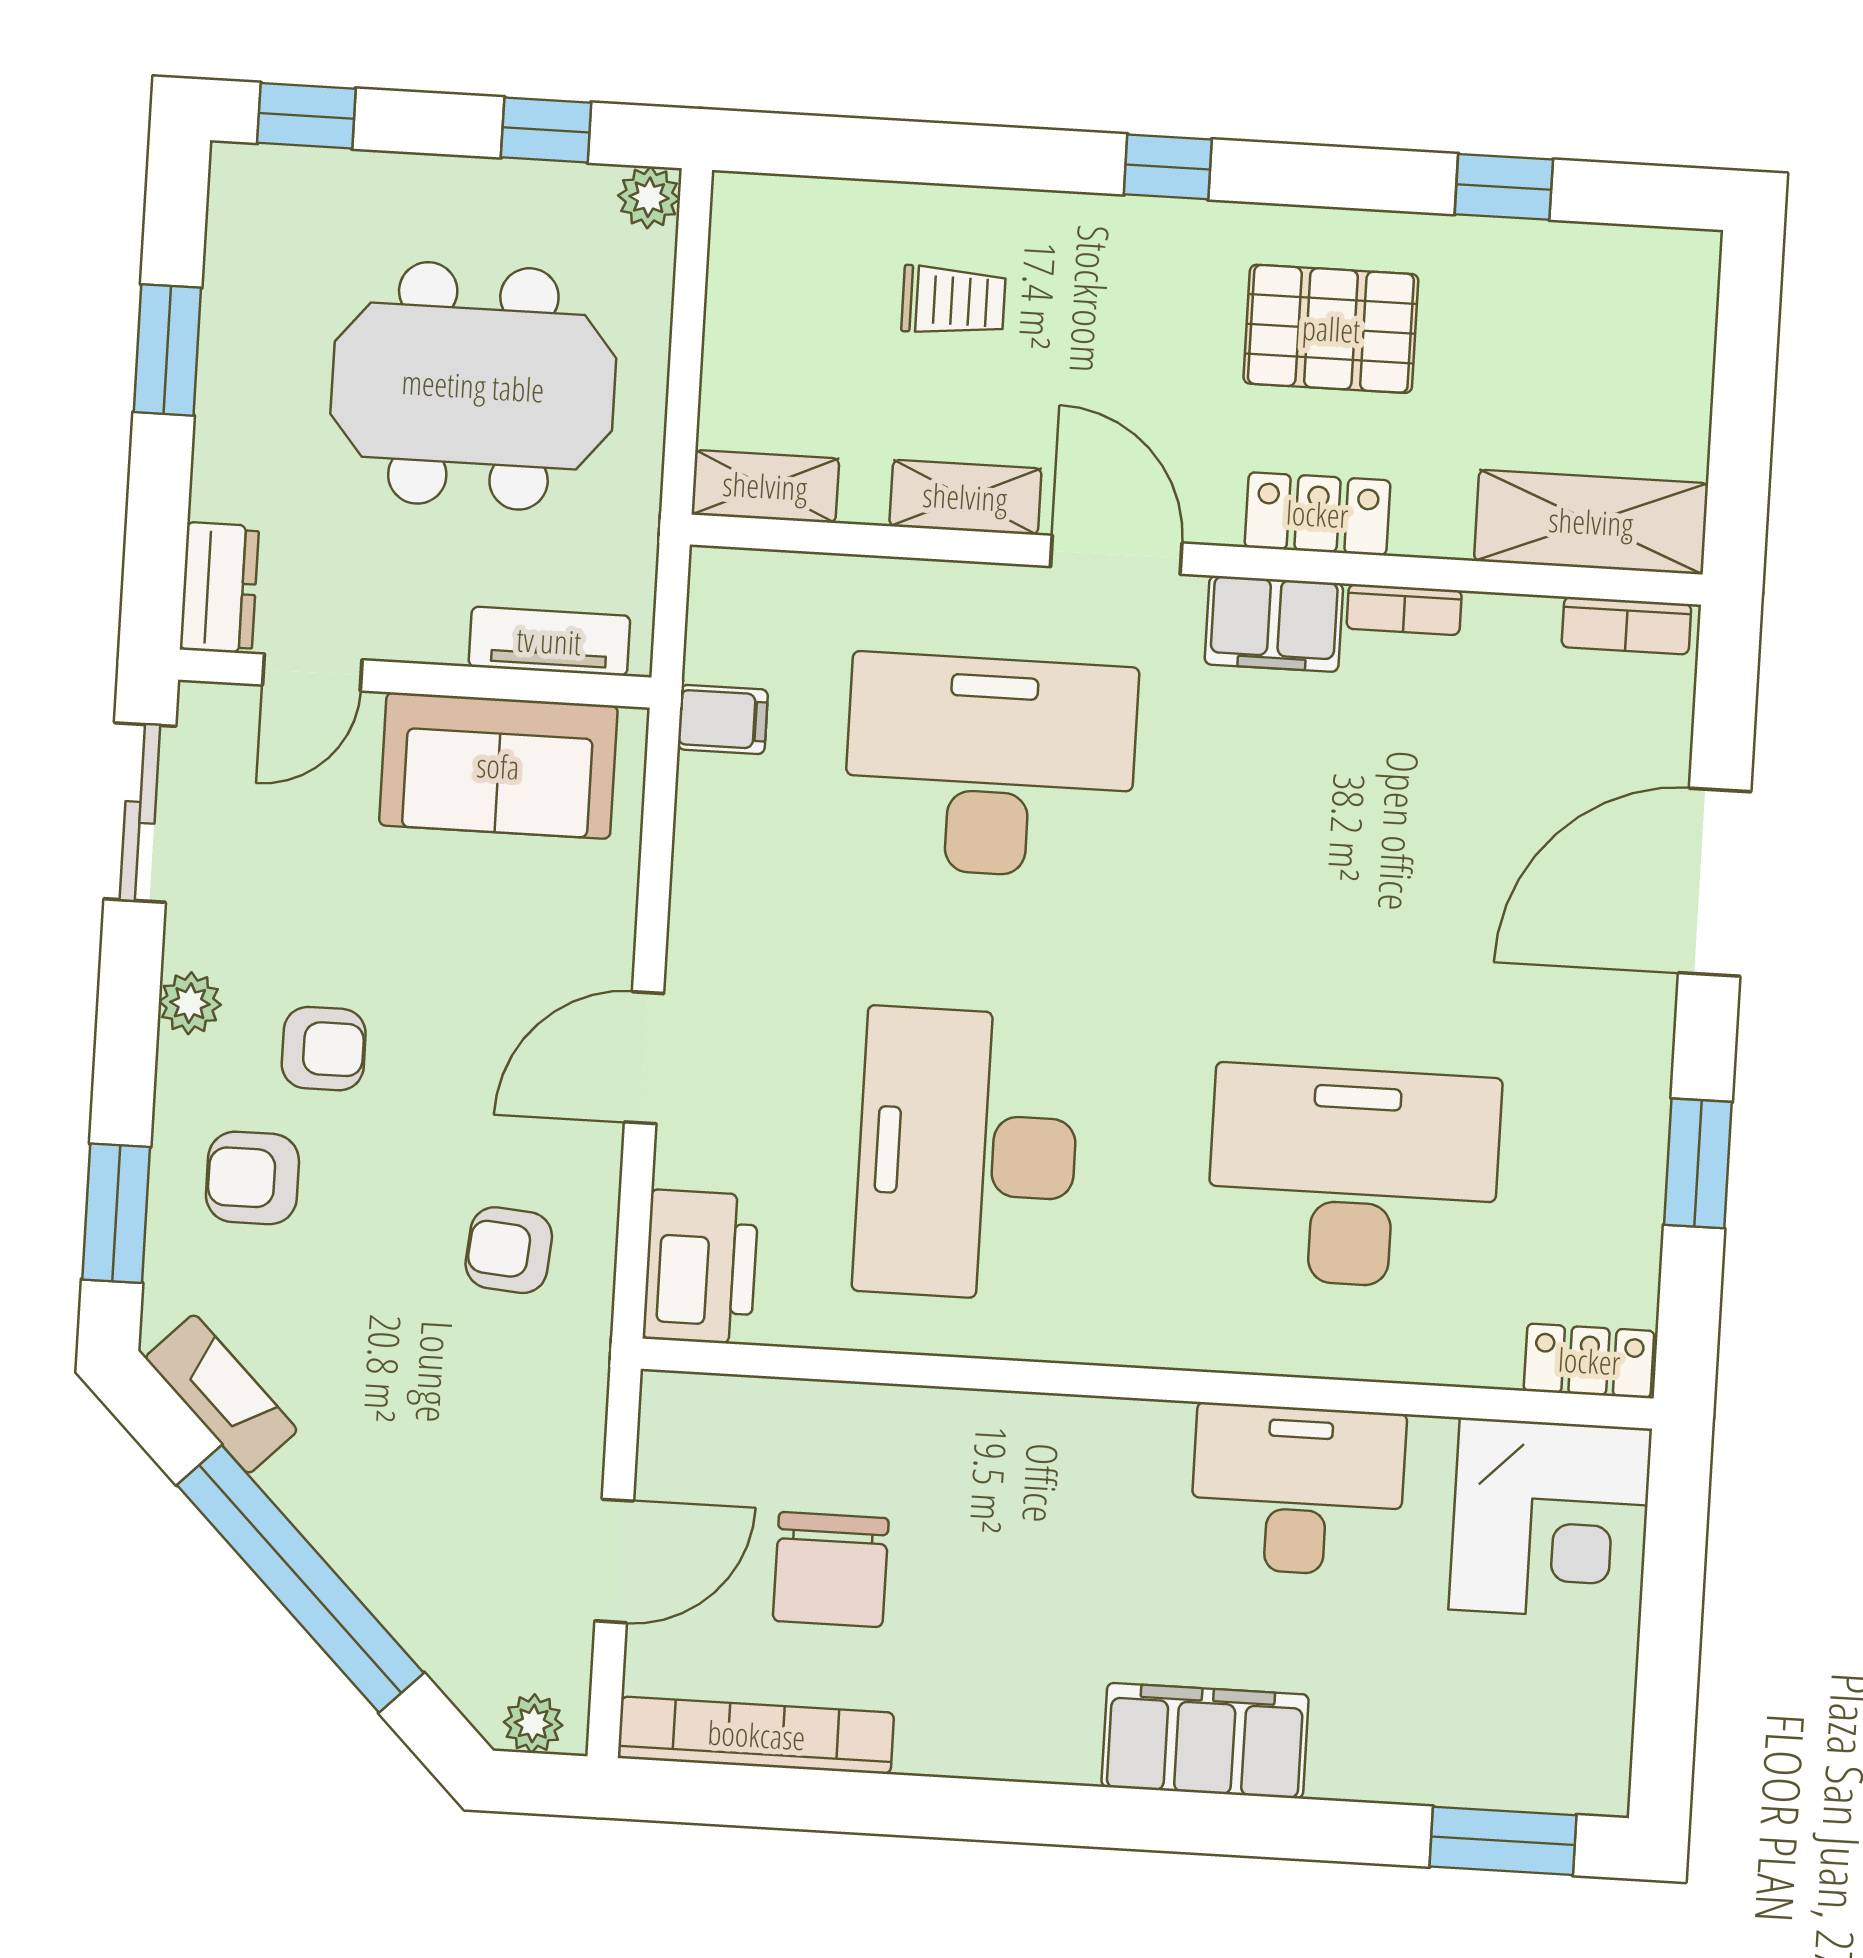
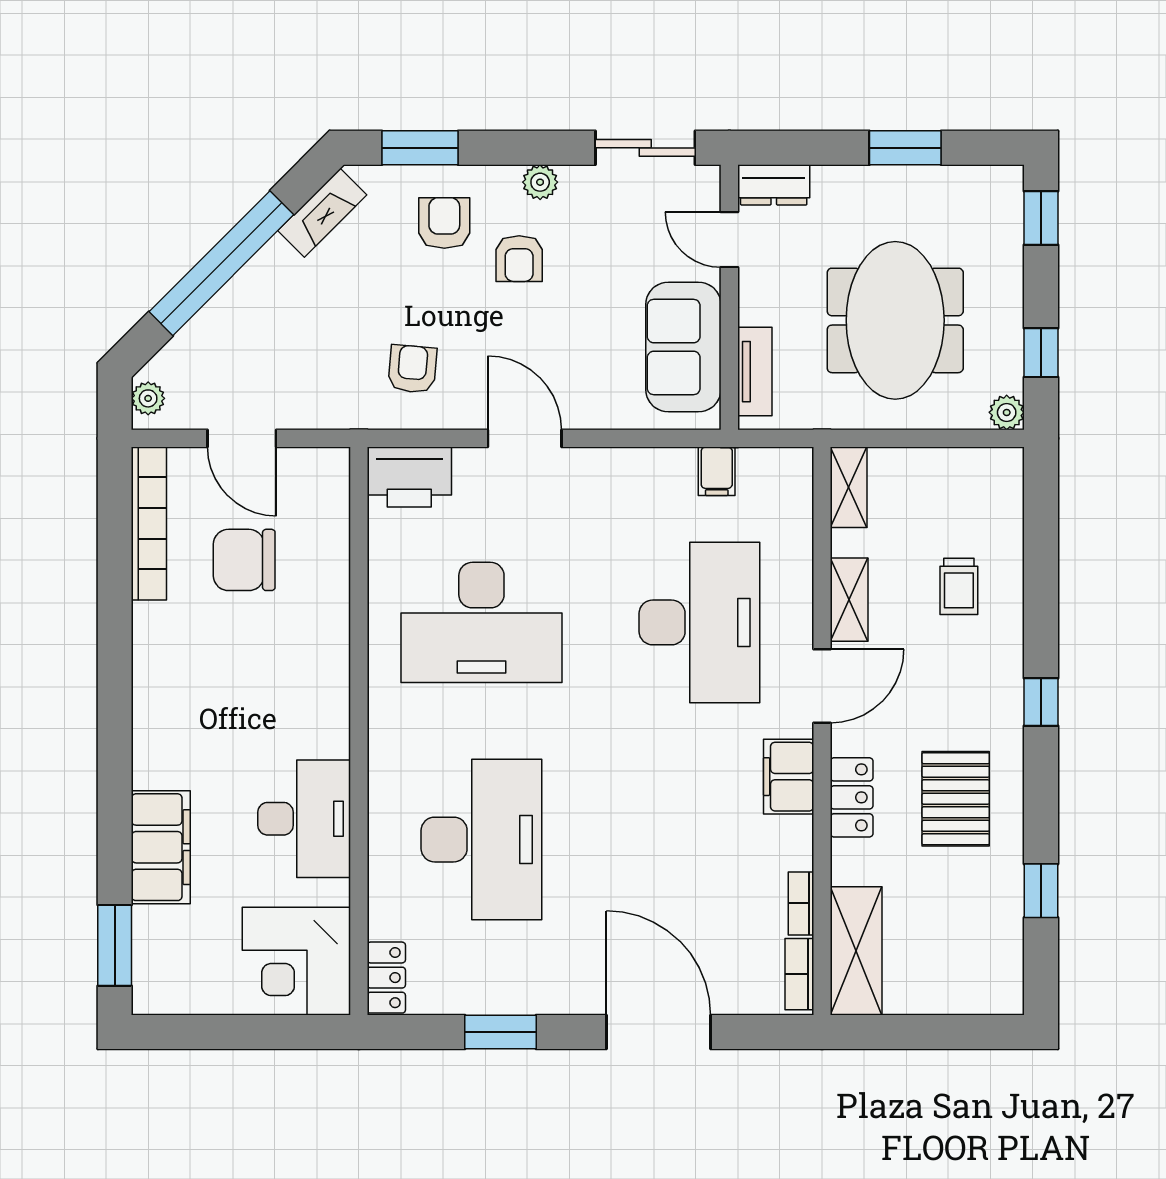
bookcase: (1404, 610) -> (801, 903), moved
desk: (967, 1154) -> (481, 622), turned 180
filing cabinet: (1205, 1741) -> (161, 847), moved

